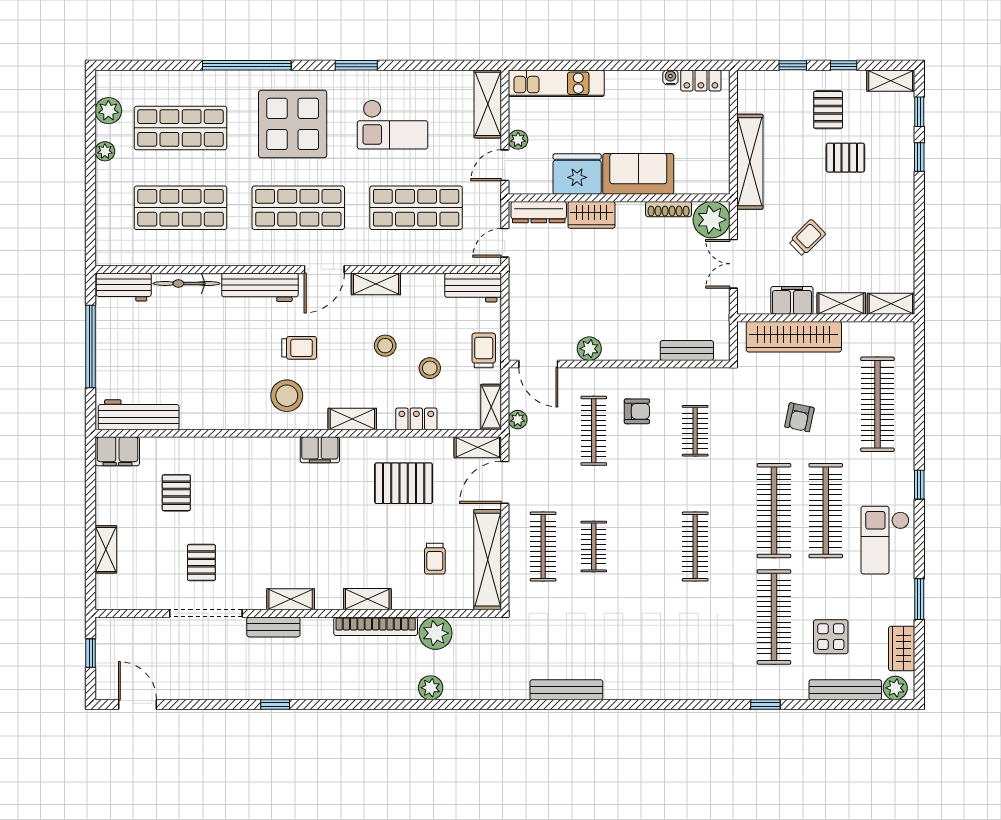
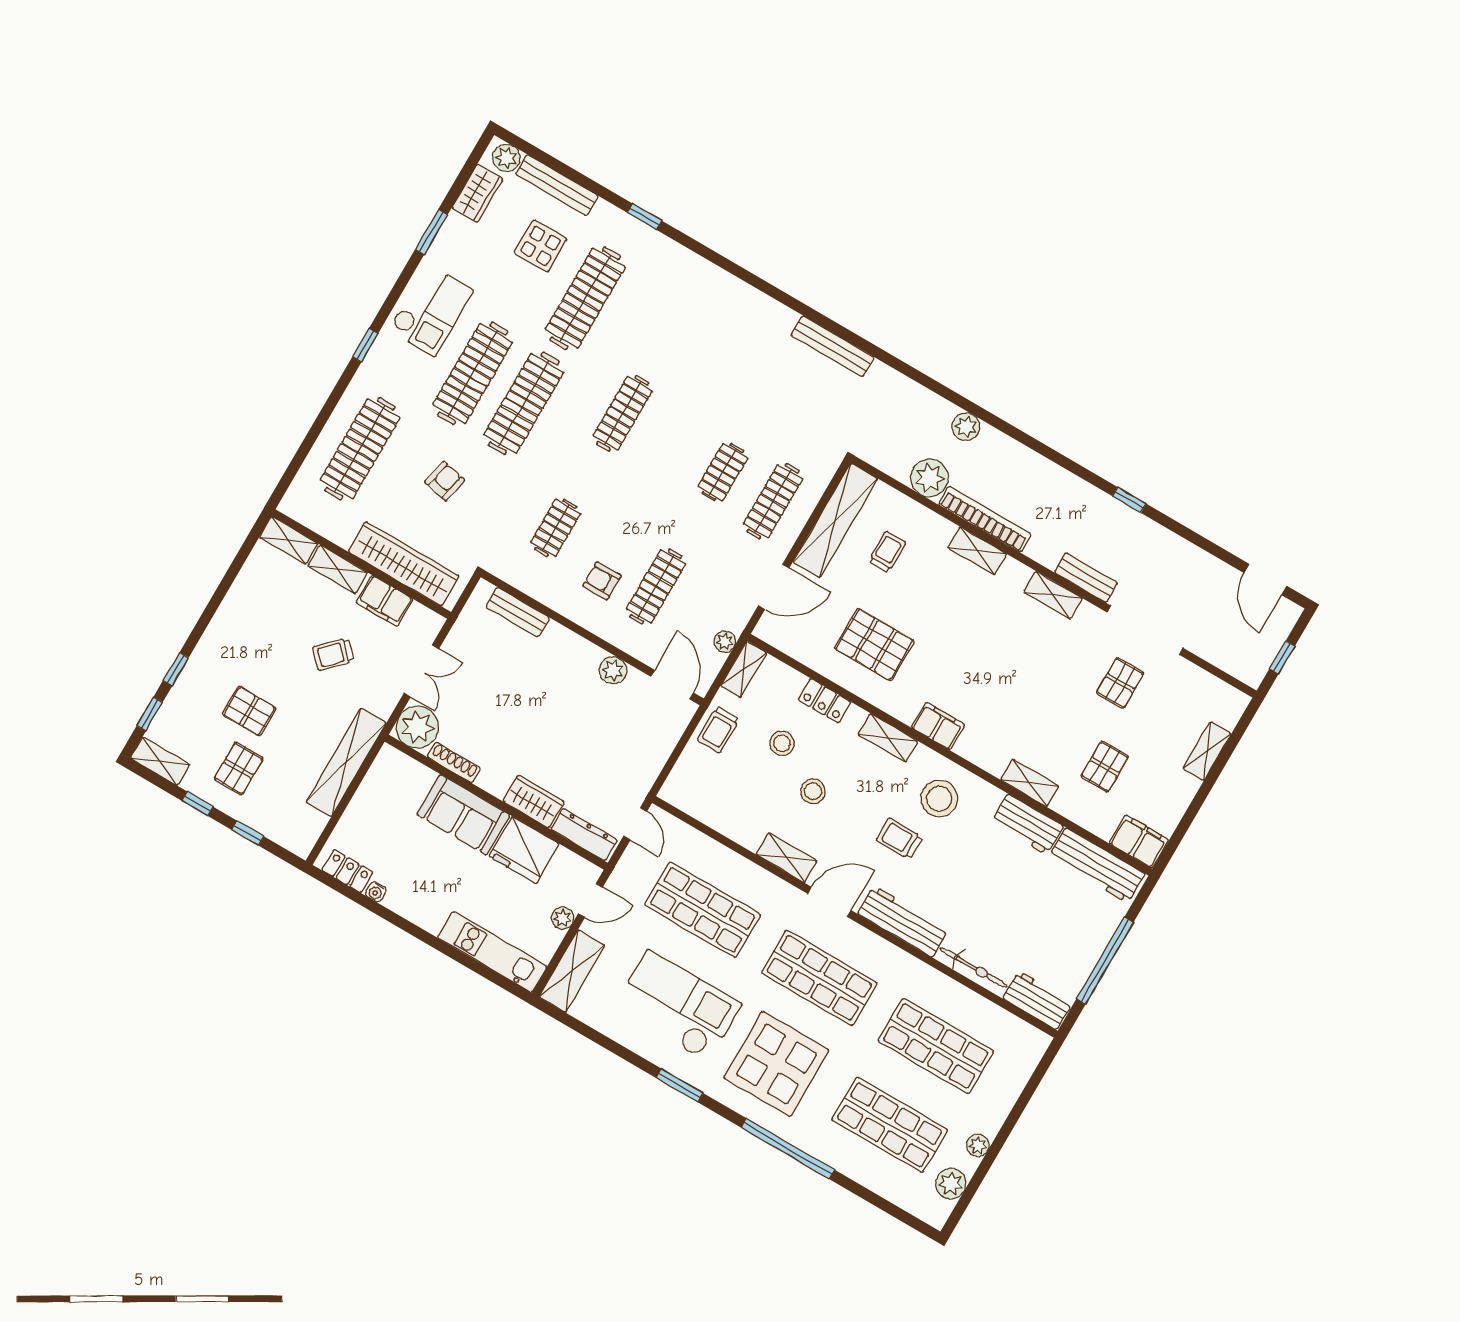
checkout: (393, 125) -> (678, 1006), width x1.36, depth x1.21
door: (505, 243) -> (635, 824), hinge flipped
workbench: (473, 287) -> (1027, 824), moved, turned 180
shelving: (478, 447) -> (1030, 783), moved

